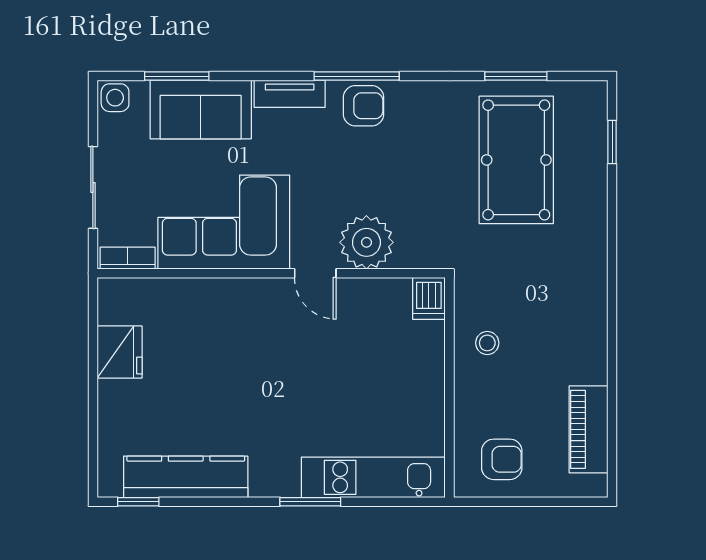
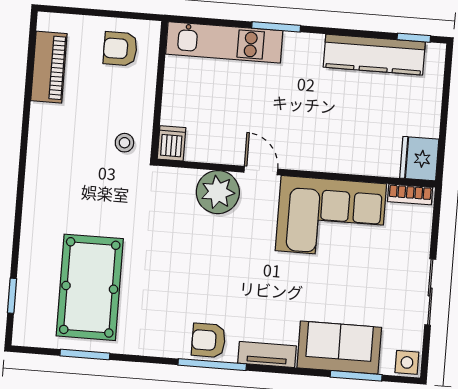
corner sofa: (224, 222) -> (331, 217), moved
plant: (366, 242) -> (218, 192), moved
bookcase: (128, 258) -> (410, 194), moved
wall: (271, 273) -> (296, 173), moved
door: (315, 273) -> (261, 171), moved
dishwasher: (429, 298) -> (171, 143), moved

